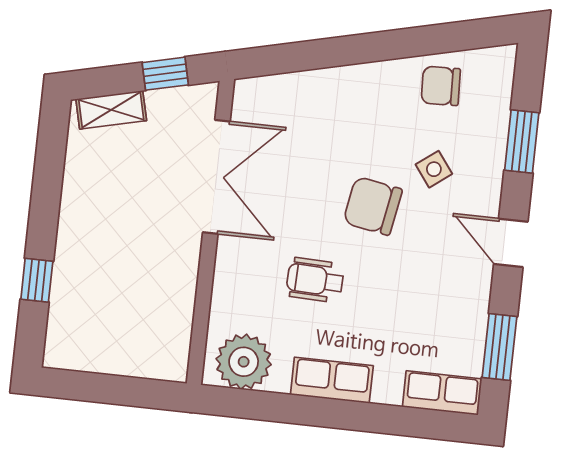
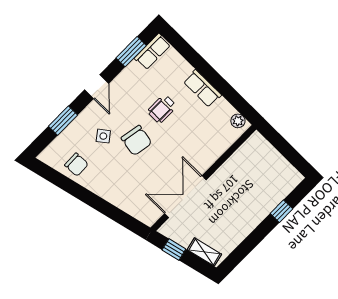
wheelchair: (315, 280) -> (162, 109), moved, turned 88
plant: (244, 362) -> (238, 121), width x0.53, depth x0.53
row of seats: (442, 393) -> (152, 52), moved, turned -90

